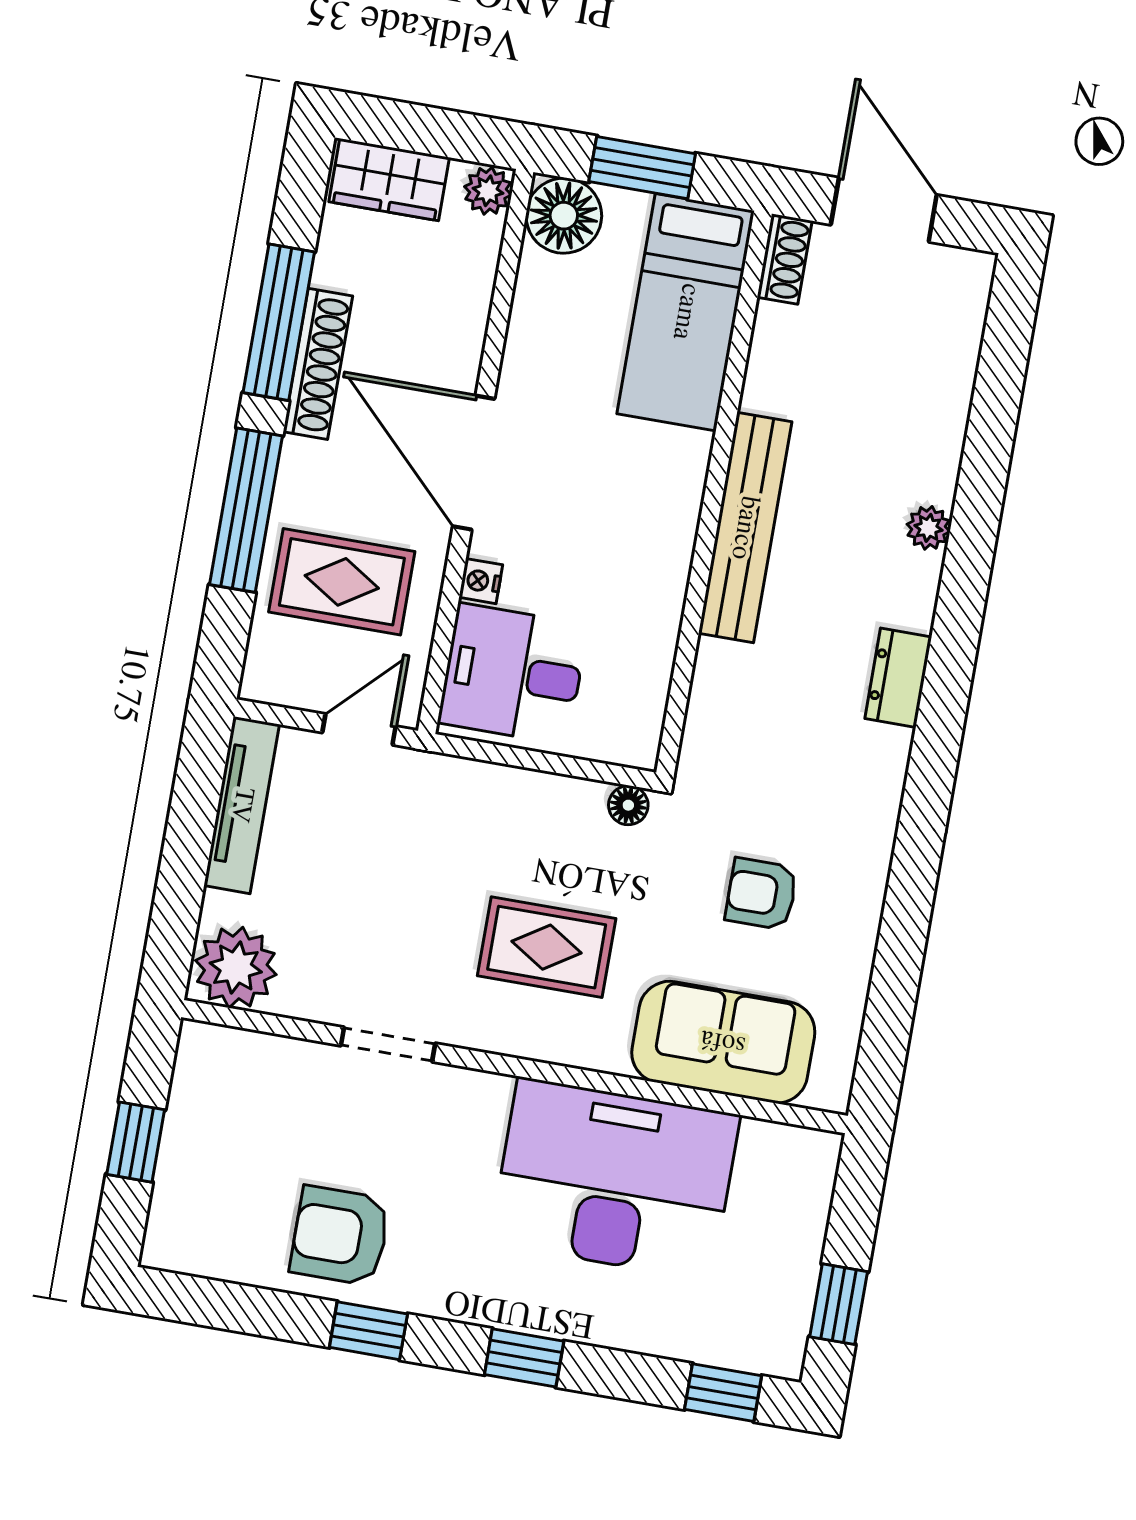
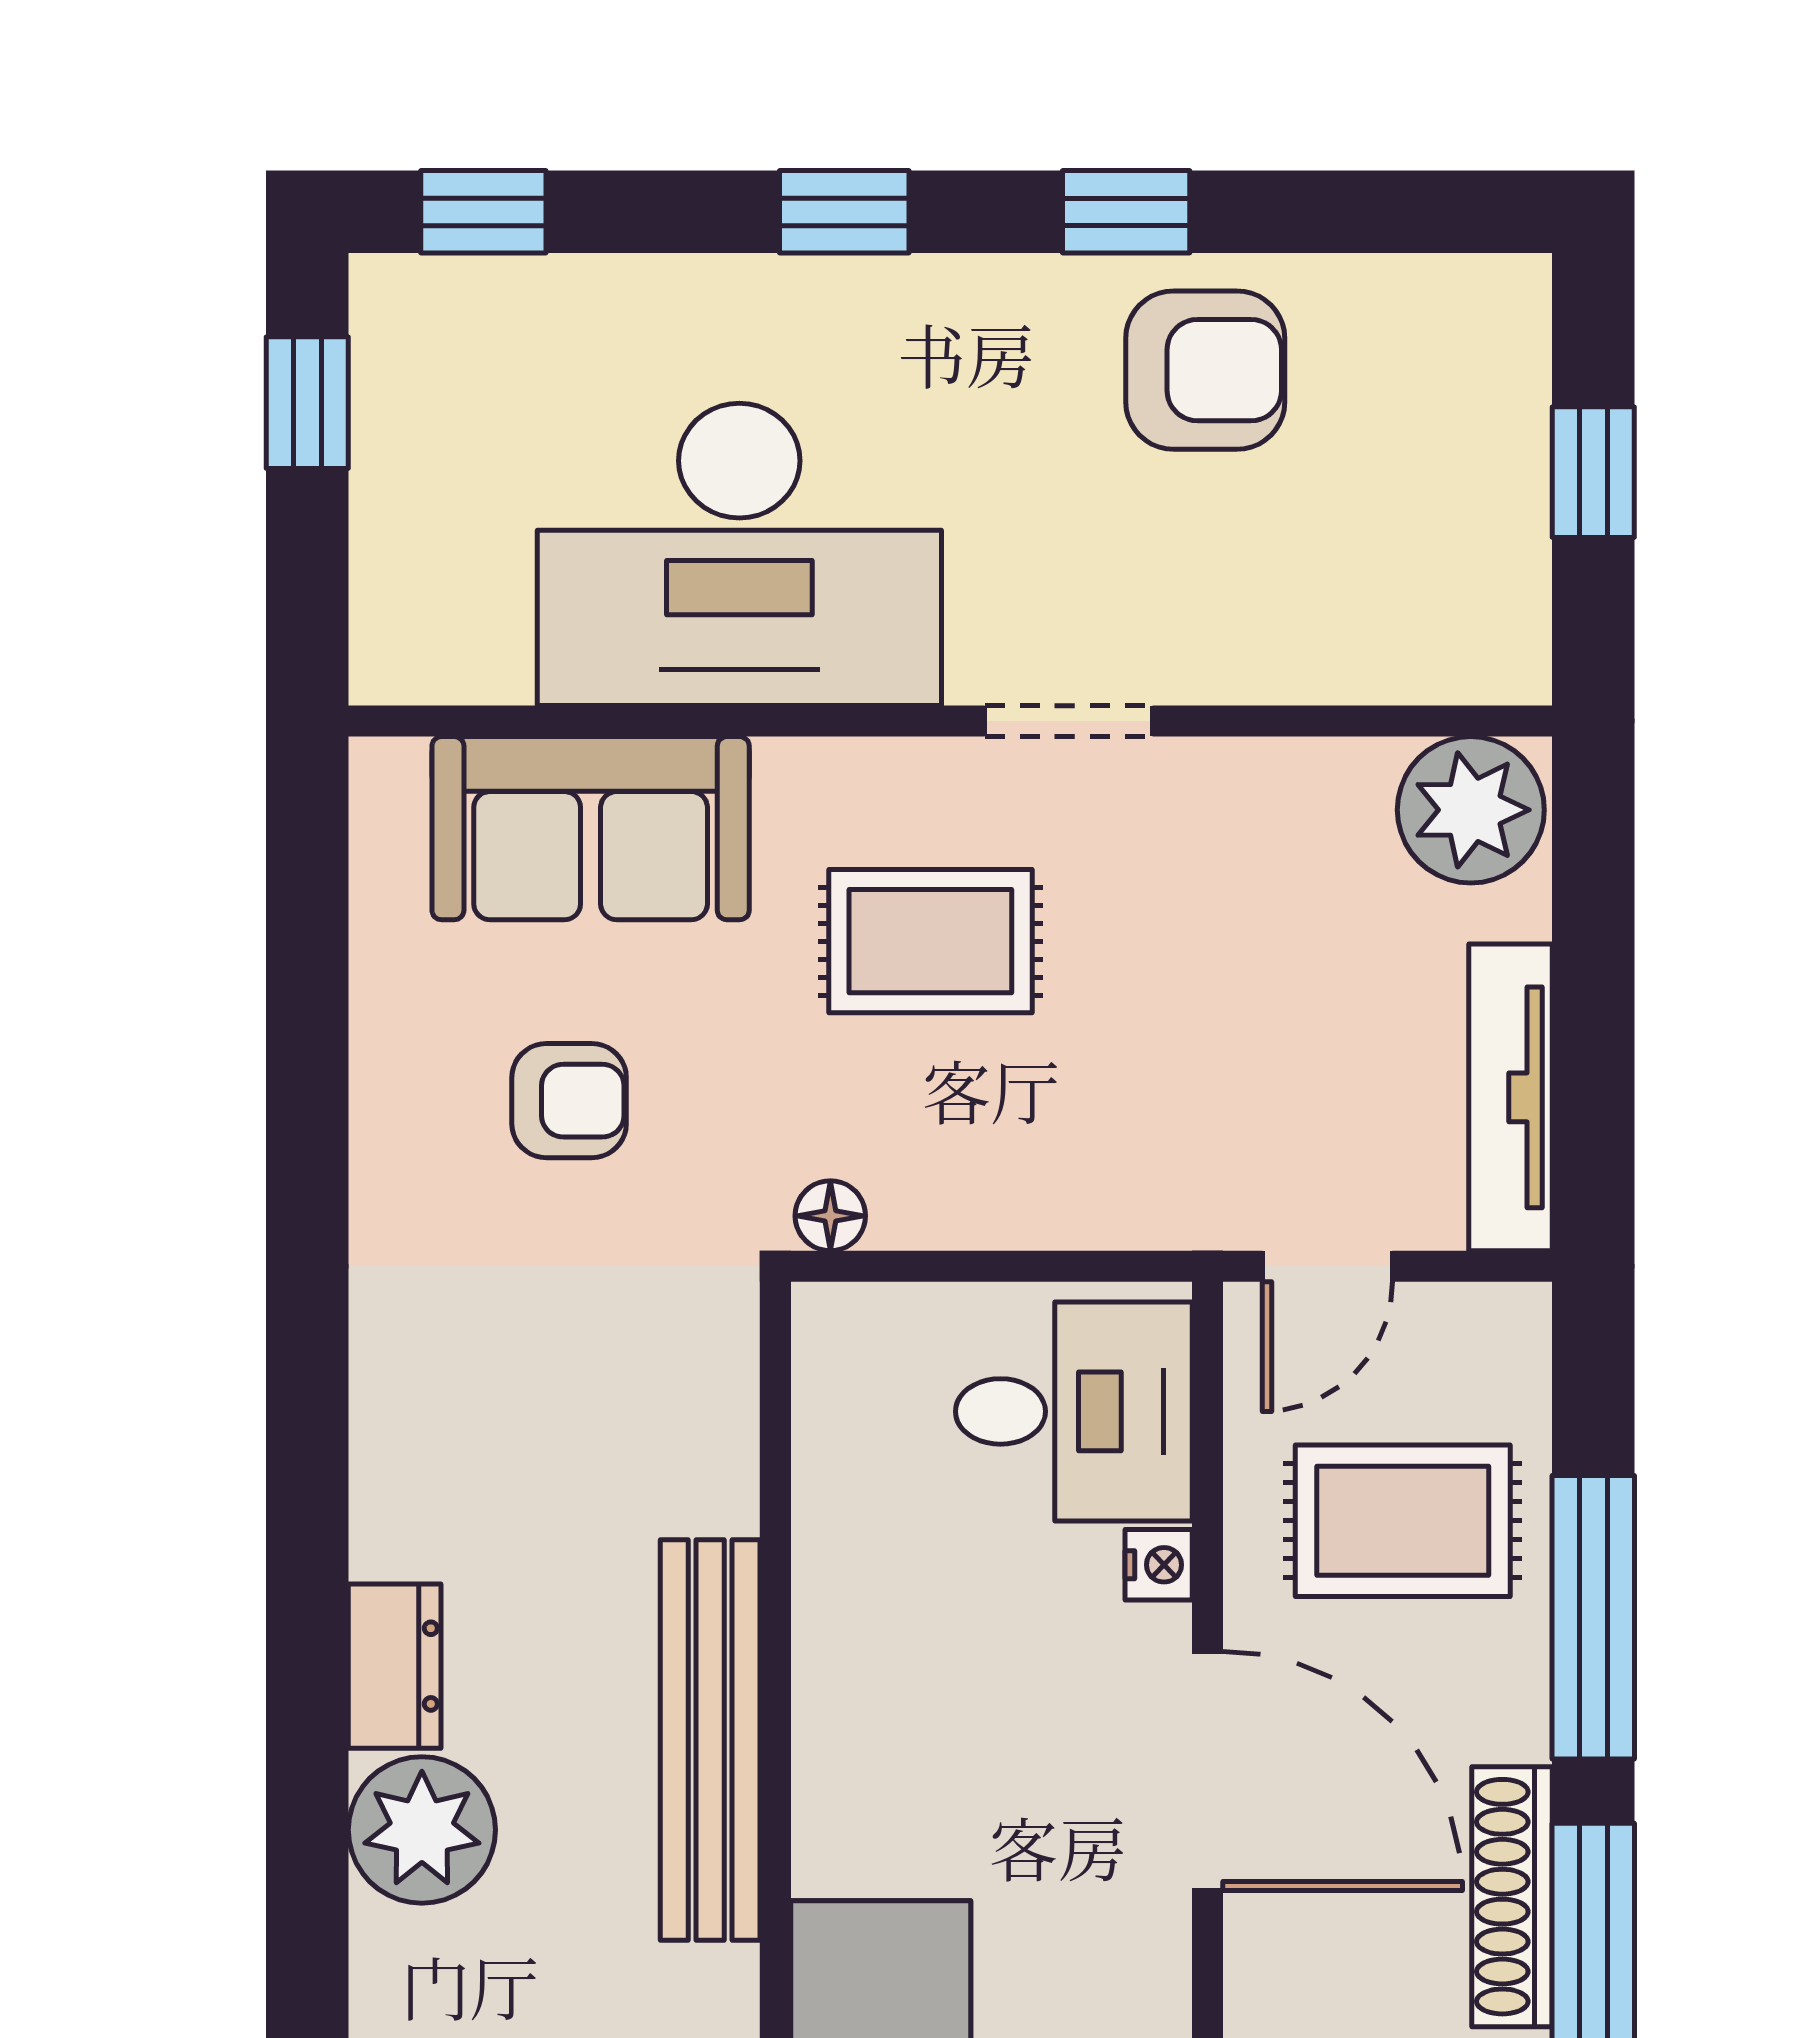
plant: (928, 528) -> (422, 1830), width x1.87, depth x1.87
dresser: (898, 678) -> (395, 1666), moved
doorway: (388, 1045) -> (1069, 721), moved

